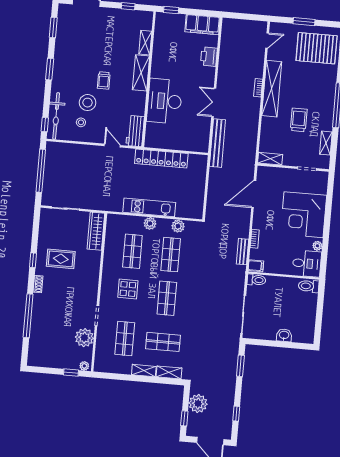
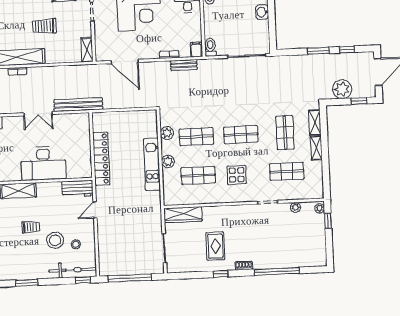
plant: (84, 338) -> (295, 207), width x0.53, depth x0.53
window: (240, 366) -> (318, 51), moved

